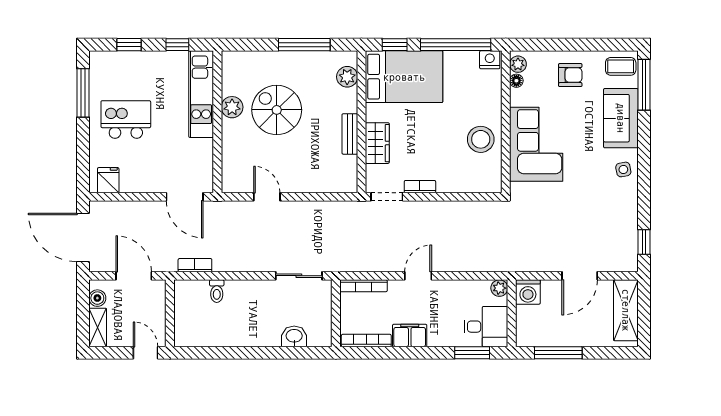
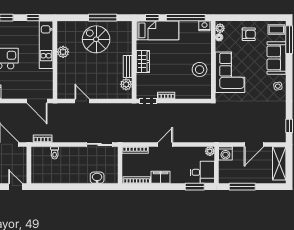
plant: (347, 77) -> (126, 84), moved
bed: (404, 77) -> (157, 30), width x0.67
spiral stairs: (277, 110) -> (96, 39), moved
wardrobe: (377, 143) -> (143, 61), moved

